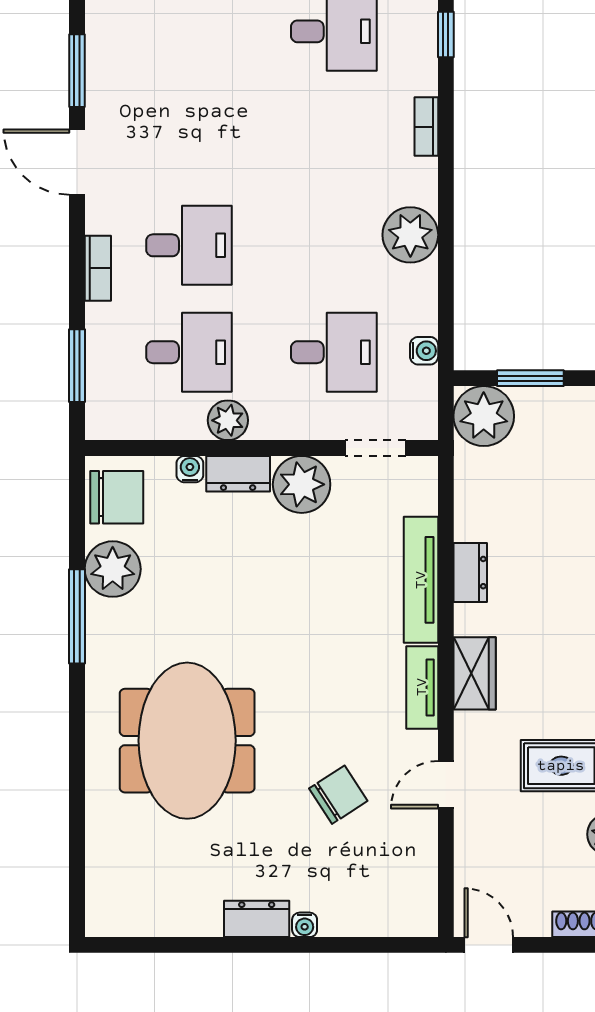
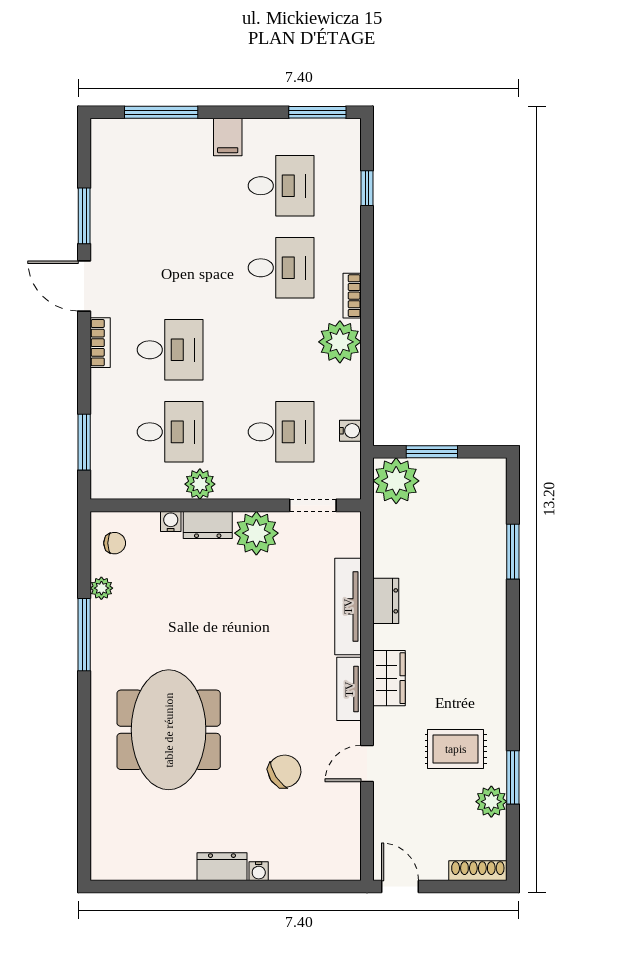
bookcase: (426, 127) -> (352, 296), moved
desk: (334, 138) -> (281, 268), added
bookcase: (98, 268) -> (100, 343), moved
chair: (117, 497) -> (115, 543), width x0.54, depth x0.54
plant: (113, 569) -> (101, 588), width x0.53, depth x0.53

